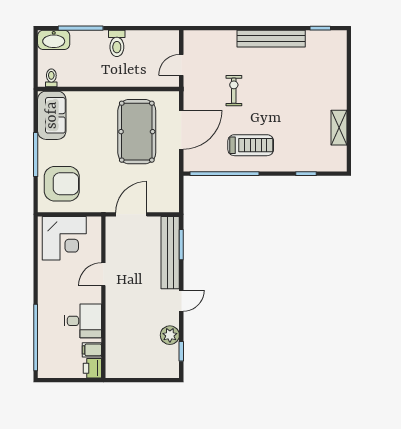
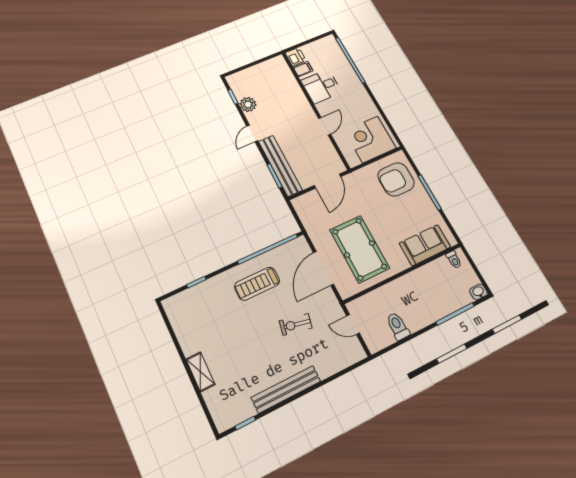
washbasin: (54, 40) -> (478, 292), width x0.52, depth x0.69
toilet: (117, 43) -> (398, 326), moved
door: (181, 65) -> (353, 325), swing flipped
exercise bike: (234, 91) -> (296, 324), turned 102
sofa: (52, 115) -> (425, 245), moved, turned 90
shelving: (339, 128) -> (200, 372), moved

